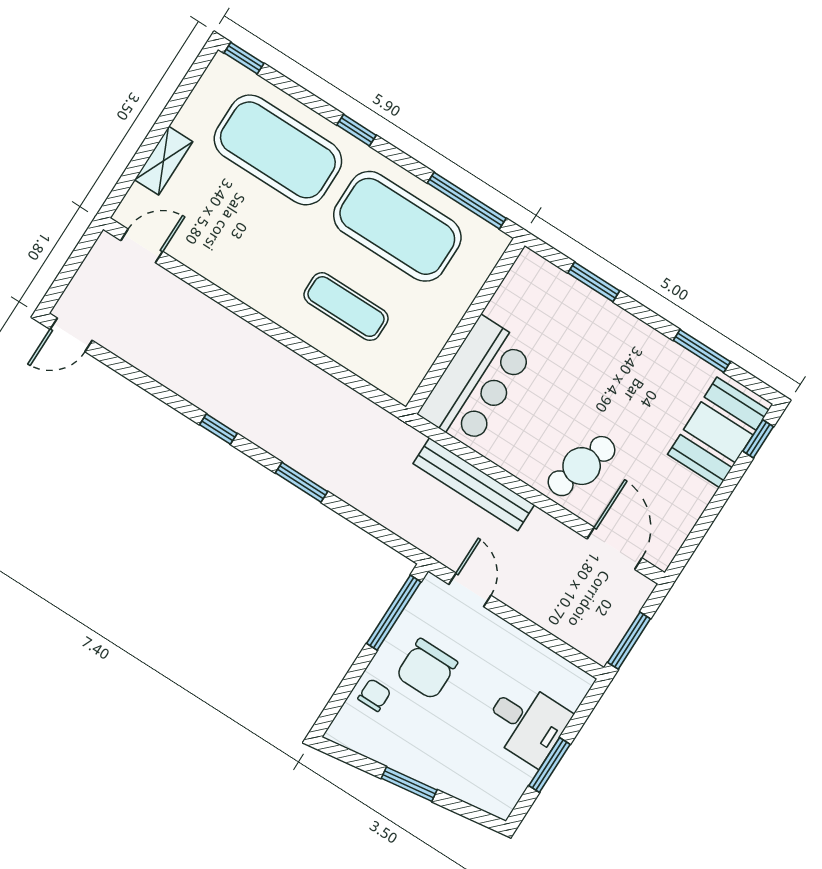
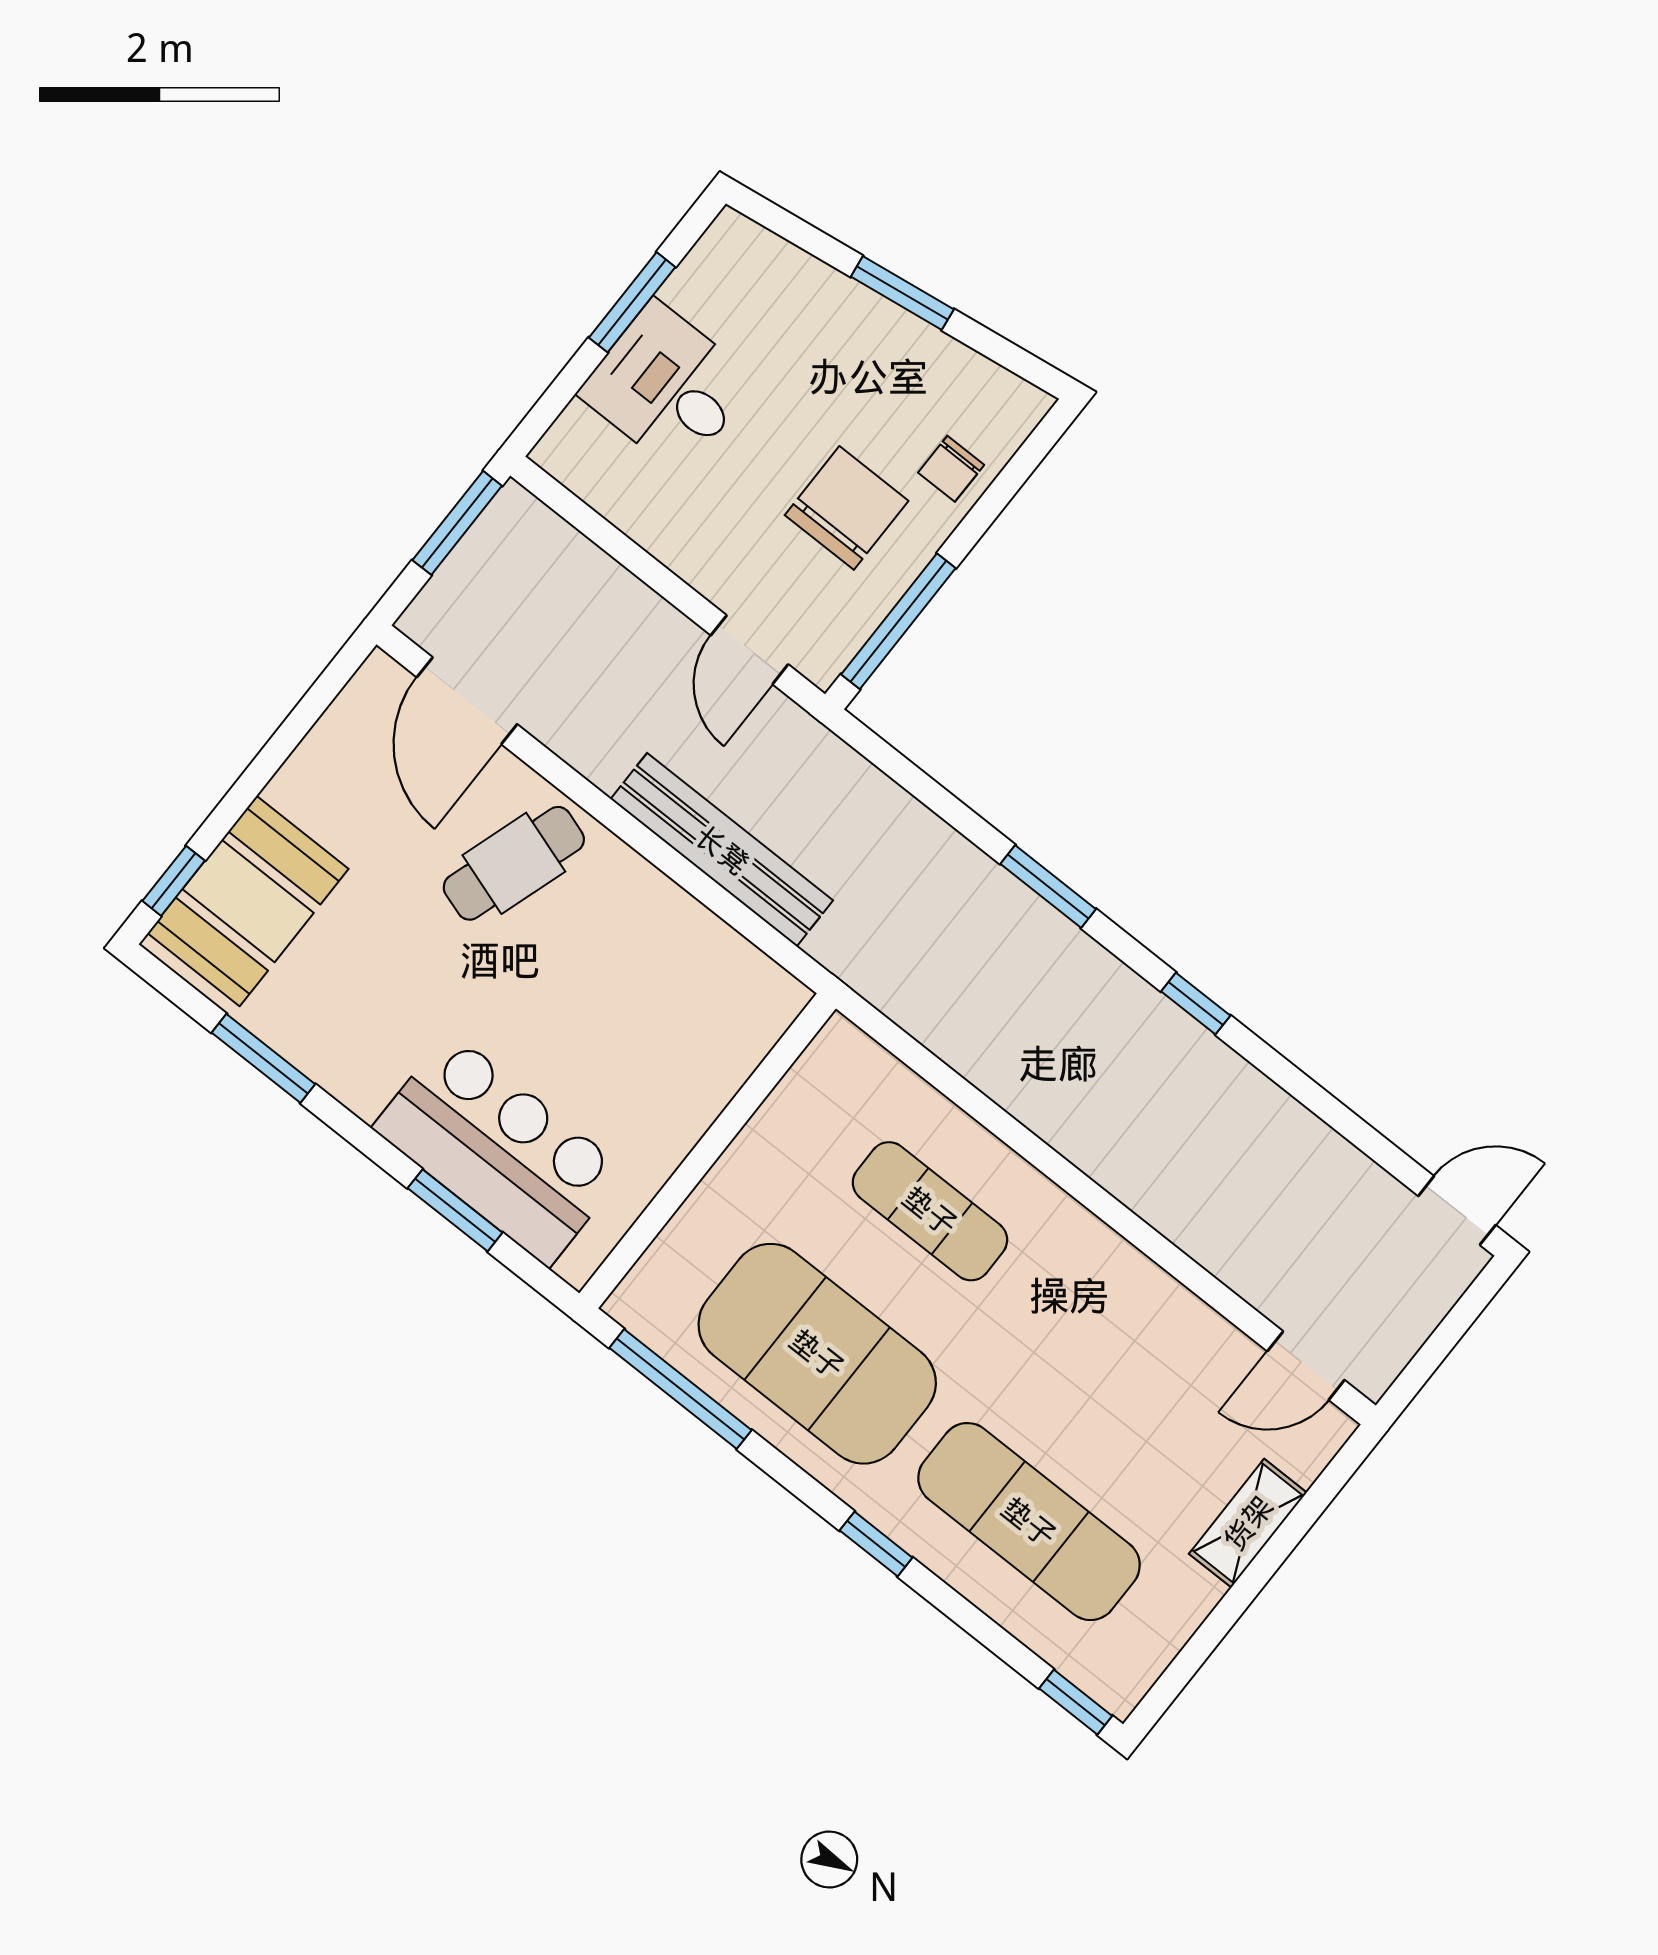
exercise mat: (278, 150) -> (1029, 1522), width x0.68
bar counter: (476, 382) -> (499, 1149), moved, turned 90

